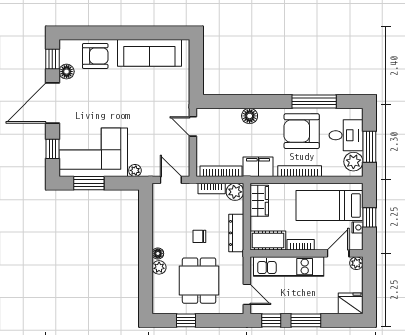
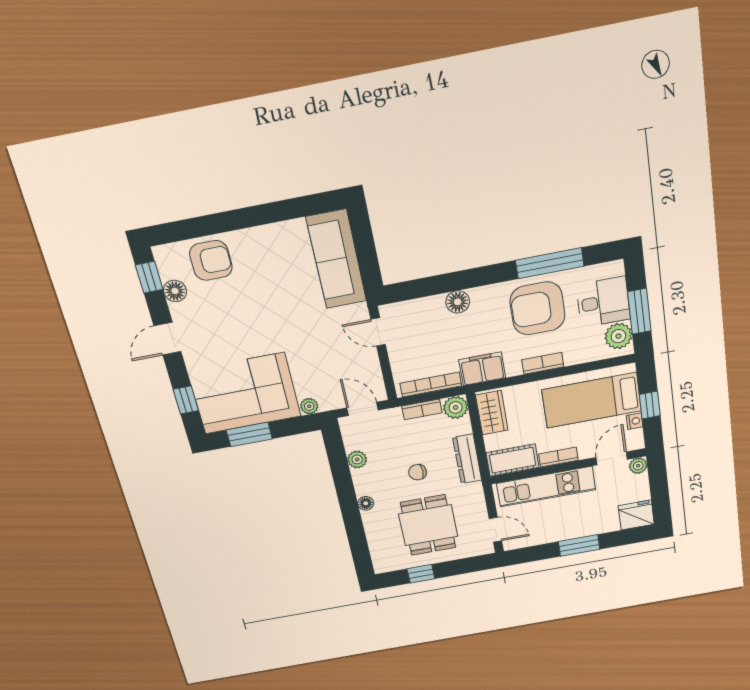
sofa: (149, 53) -> (336, 259), moved, turned 90
door: (52, 103) -> (168, 339), width x0.53
bookcase: (300, 171) -> (543, 363), width x0.64
plant: (159, 267) -> (357, 460), moved
window: (271, 320) -> (533, 554), removed

